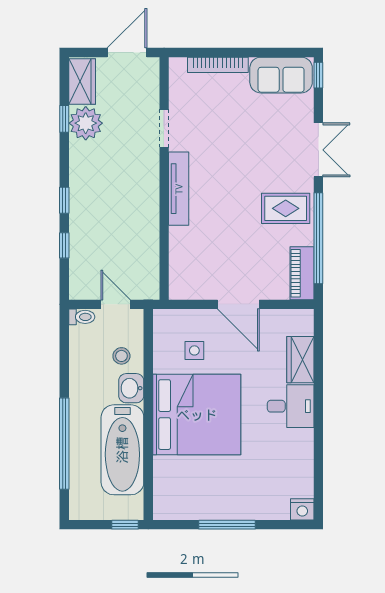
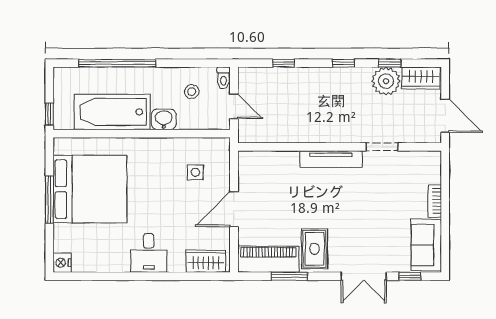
bookcase: (218, 65) -> (435, 201), width x0.64
window: (318, 75) -> (410, 276), moved
window: (64, 200) -> (343, 63), moved
window: (318, 238) -> (289, 276), width x0.47
piano: (302, 273) -> (268, 259), width x1.37, depth x1.33
door: (116, 304) -> (234, 106), hinge flipped
stool: (121, 356) -> (192, 92), moved
wardrobe: (300, 360) -> (206, 261), moved
bed: (197, 415) -> (90, 189), moved, turned -90

